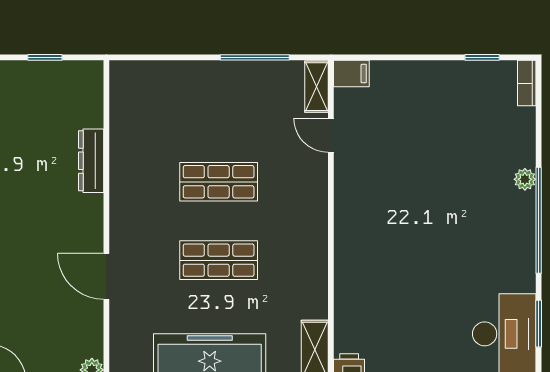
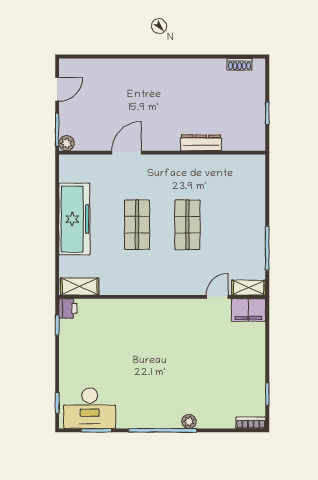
filing cabinet: (351, 74) -> (248, 310), width x2.00

